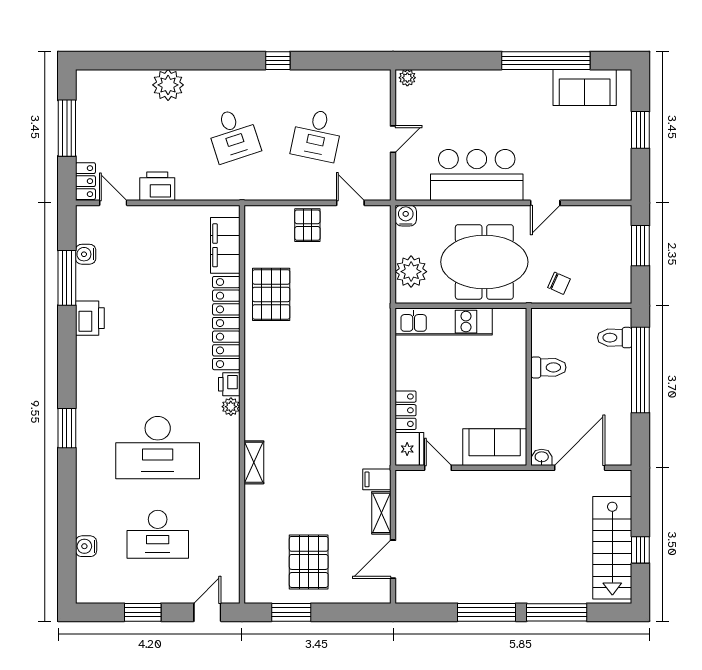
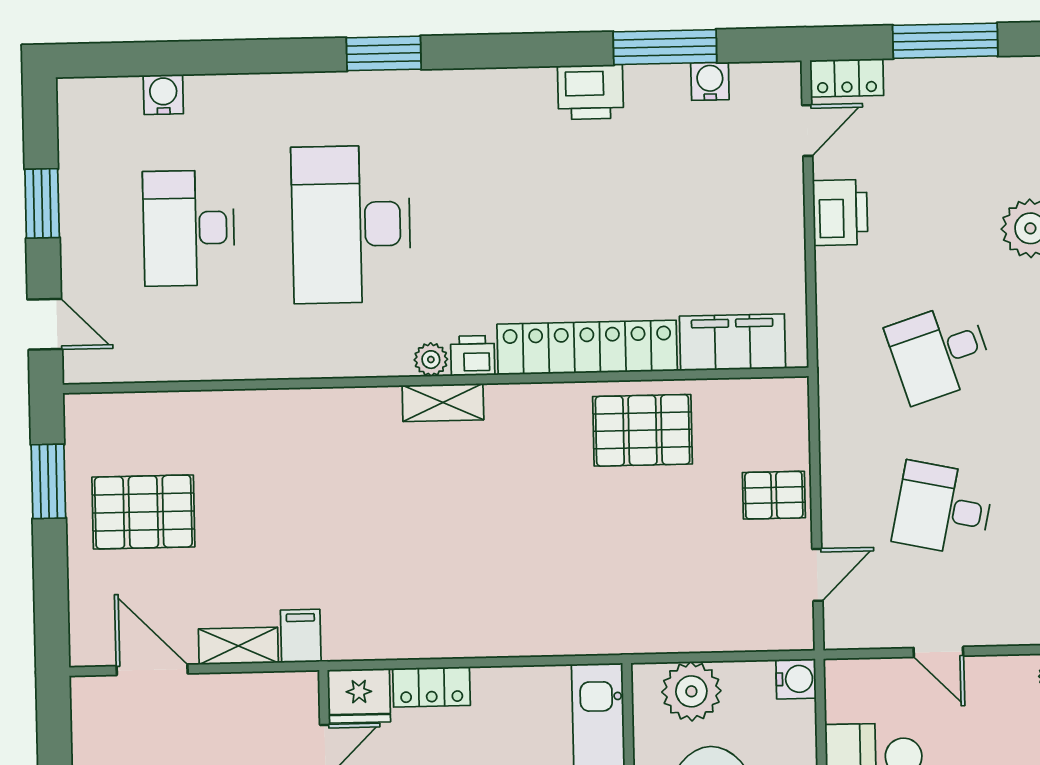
shelving: (254, 462) -> (443, 402), moved

